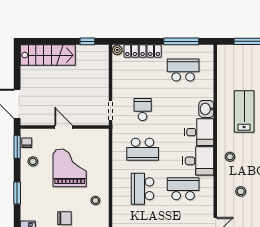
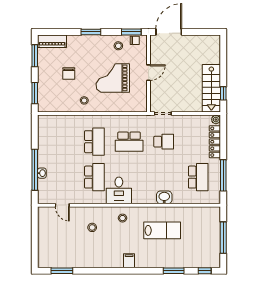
stairs: (48, 55) -> (211, 88), moved
desk: (199, 132) -> (144, 191), removed
school desk: (143, 149) -> (129, 142), turned -90
grand piano: (70, 168) -> (113, 78), turned 180
school desk: (143, 189) -> (94, 142), turned 90

